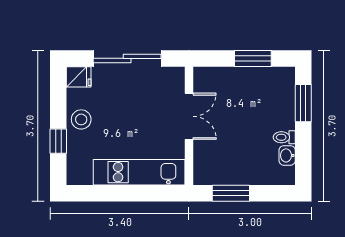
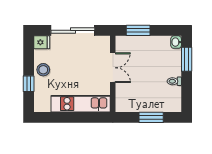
window: (253, 58) -> (138, 30), moved
washbasin: (287, 155) -> (176, 42), moved
window: (231, 193) -> (151, 117), moved

